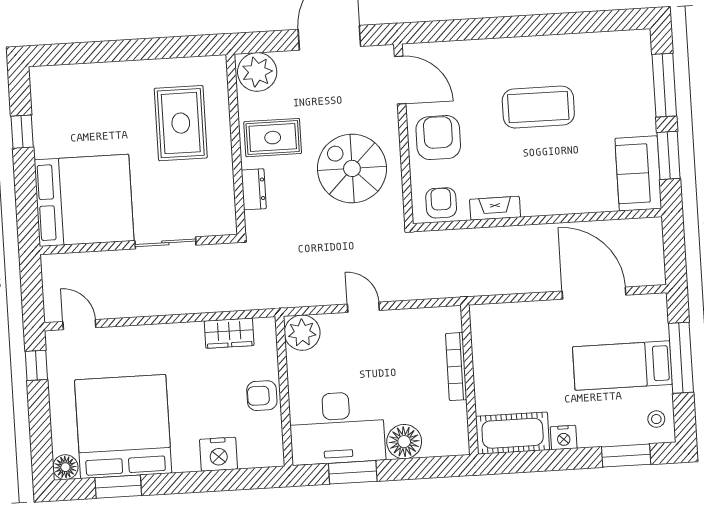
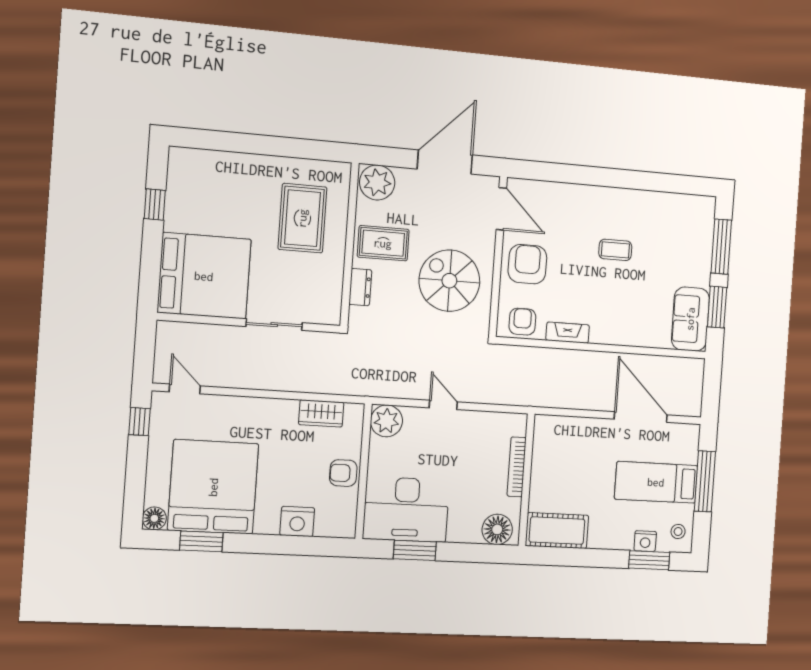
coffee table: (538, 107) -> (615, 250), width x0.54, depth x0.58
nightstand: (564, 438) -> (645, 541), moved
floor lamp: (404, 442) -> (497, 529), moved

